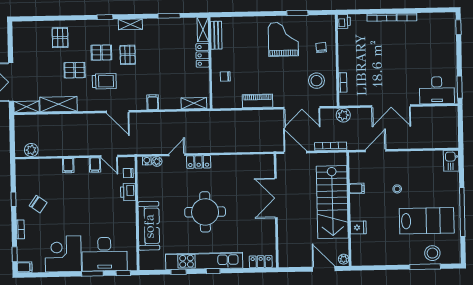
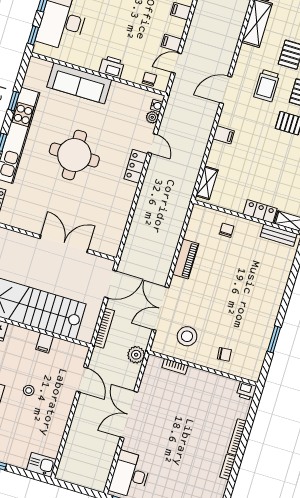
grand piano: (283, 39) -> (249, 313), removed
printer: (128, 192) -> (112, 67), moved

